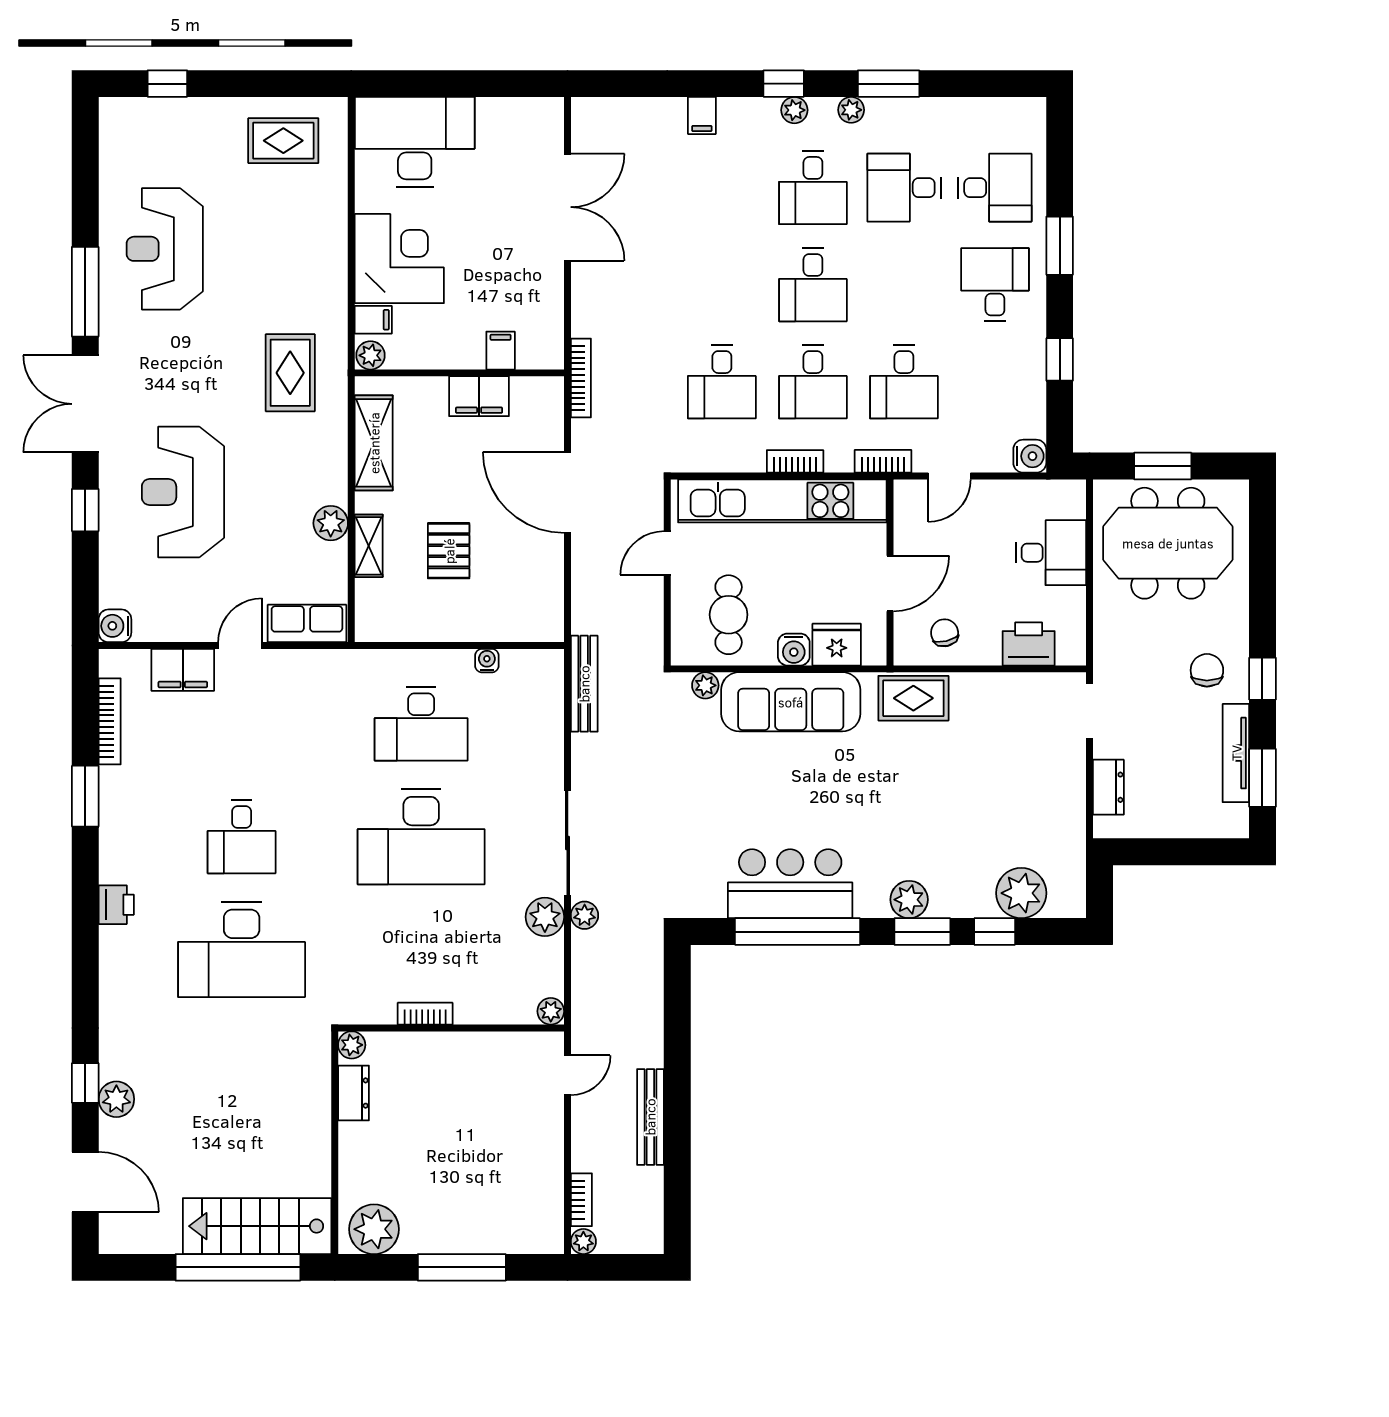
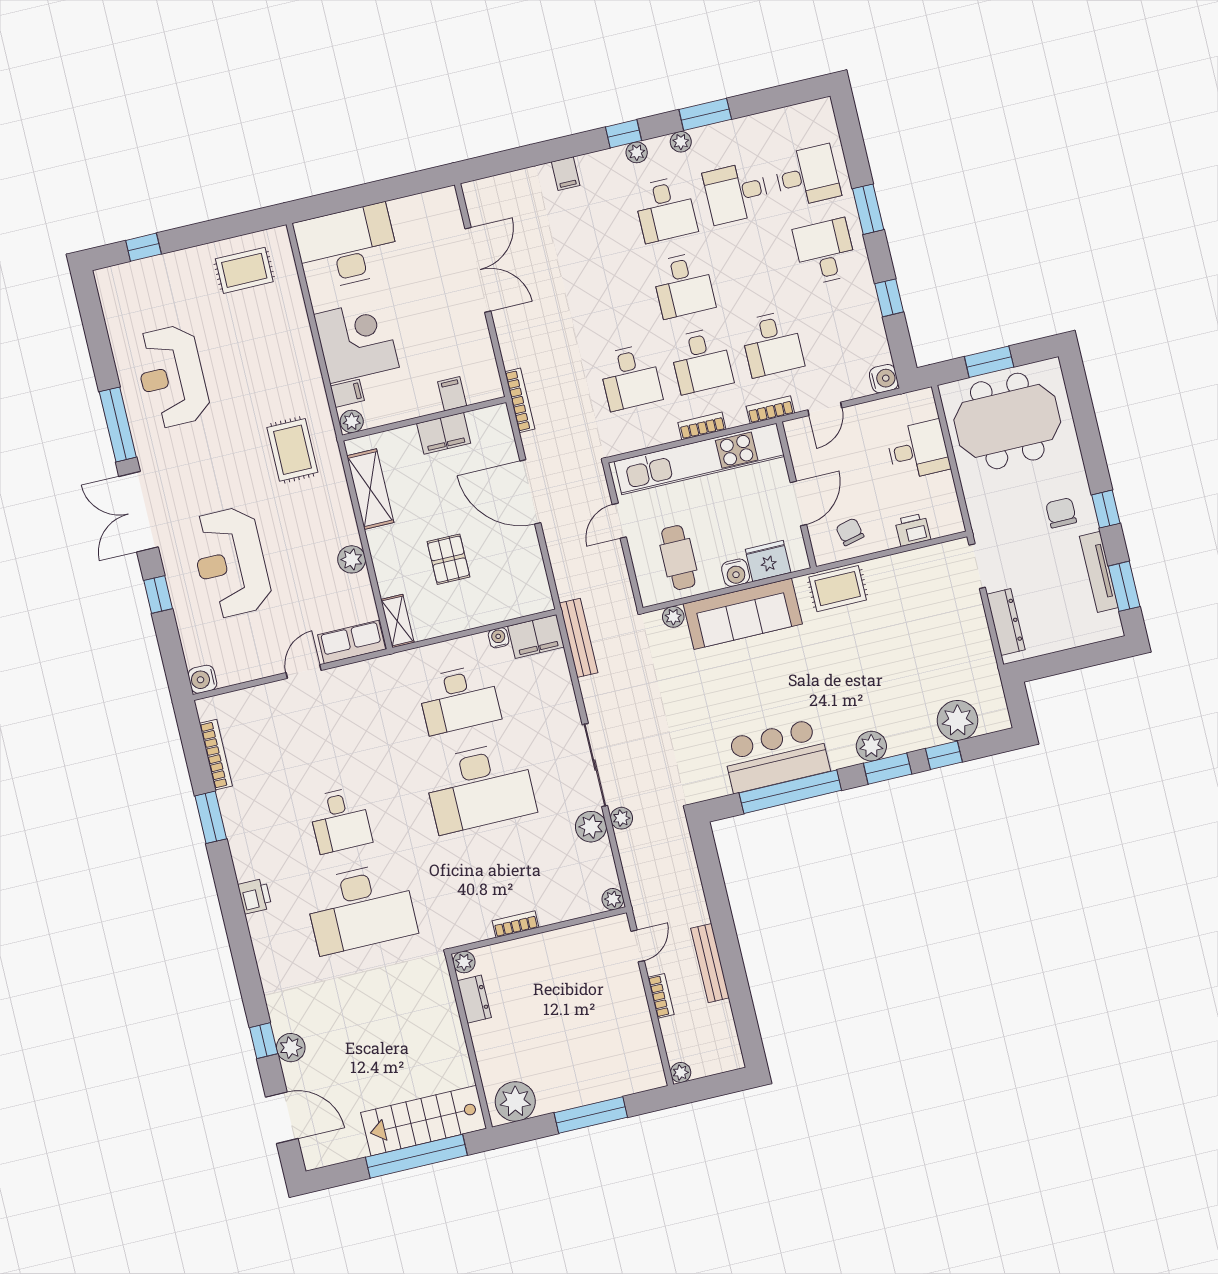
shelving: (369, 546) -> (397, 621), moved
printer: (1029, 644) -> (913, 530), width x0.73, depth x0.81
filing cabinet: (183, 670) -> (536, 637), moved
dresser: (1108, 787) -> (1006, 622), width x1.44
bookcase: (581, 1200) -> (661, 996), moved

